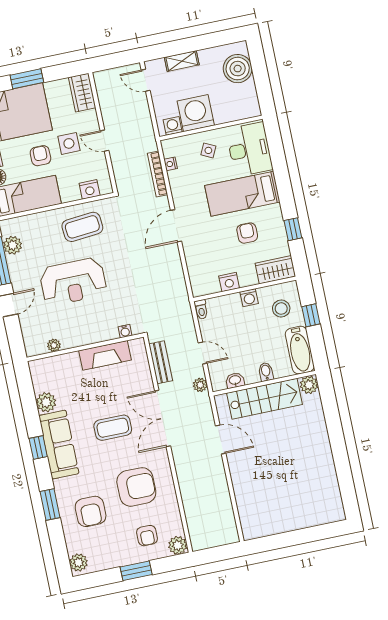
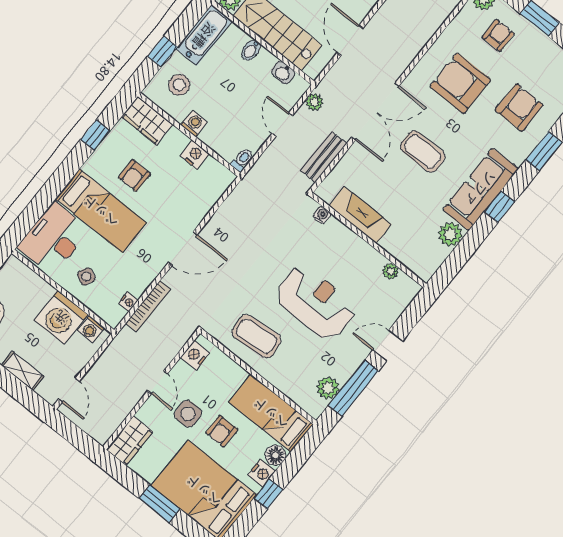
nightstand: (90, 189) -> (195, 355), moved, turned -90

